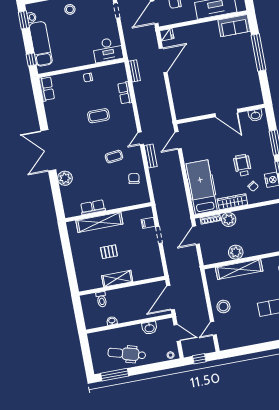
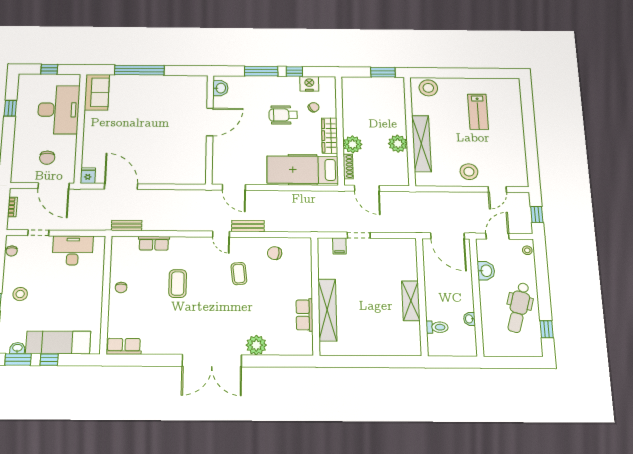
desk: (108, 50) -> (73, 250), moved, turned -90
window: (31, 59) -> (49, 360), moved
pallet: (109, 252) -> (371, 305), removed
door: (213, 328) -> (497, 189), hinge flipped
window: (115, 375) -> (547, 329), width x0.46

